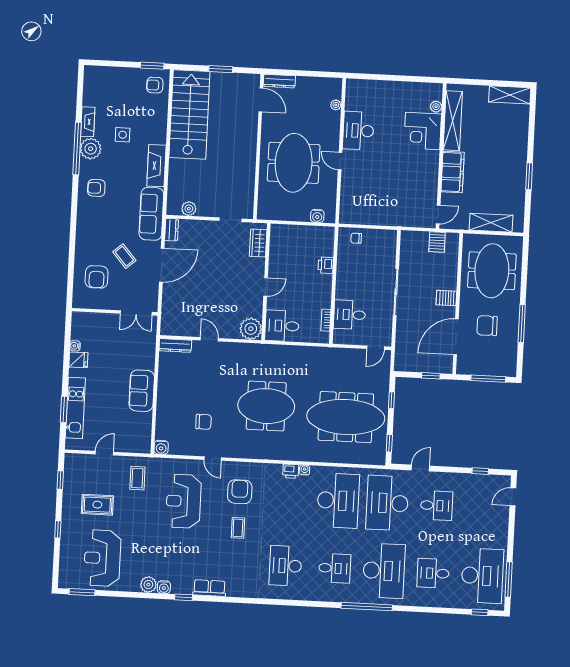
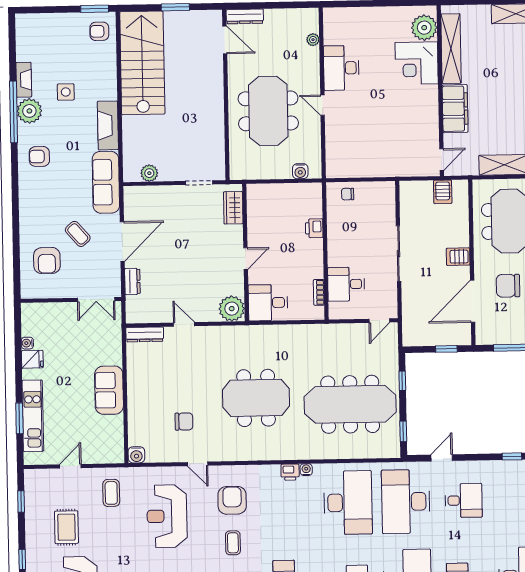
plant: (436, 107) -> (424, 28), width x1.88, depth x1.88
dresser: (172, 230) -> (132, 281), moved
rug: (97, 505) -> (66, 527), turned 90

